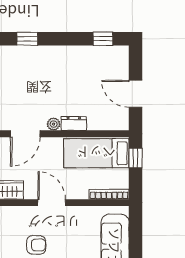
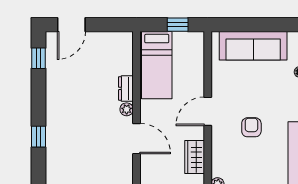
door: (135, 94) -> (71, 25), moved
window: (135, 158) -> (178, 25), moved
bookcase: (109, 194) -> (199, 52), removed

